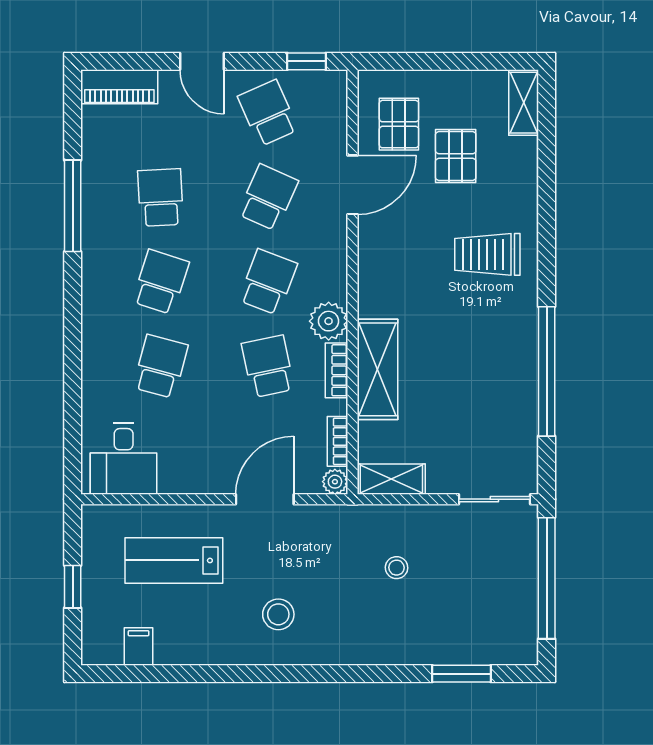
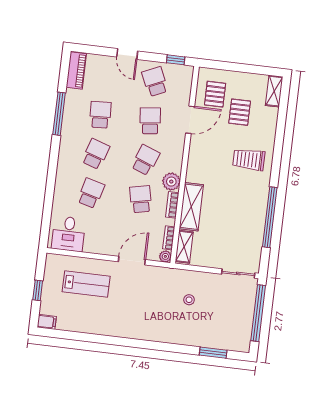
piano: (119, 87) -> (76, 71), moved, turned -90
school desk: (268, 197) -> (150, 121), turned -30
shelving: (391, 479) -> (184, 247), moved, turned 90
lab bench: (174, 560) -> (86, 284), turned 180
stool: (278, 614) -> (132, 315), removed
filing cabinet: (139, 646) -> (47, 322), moved, turned 90

